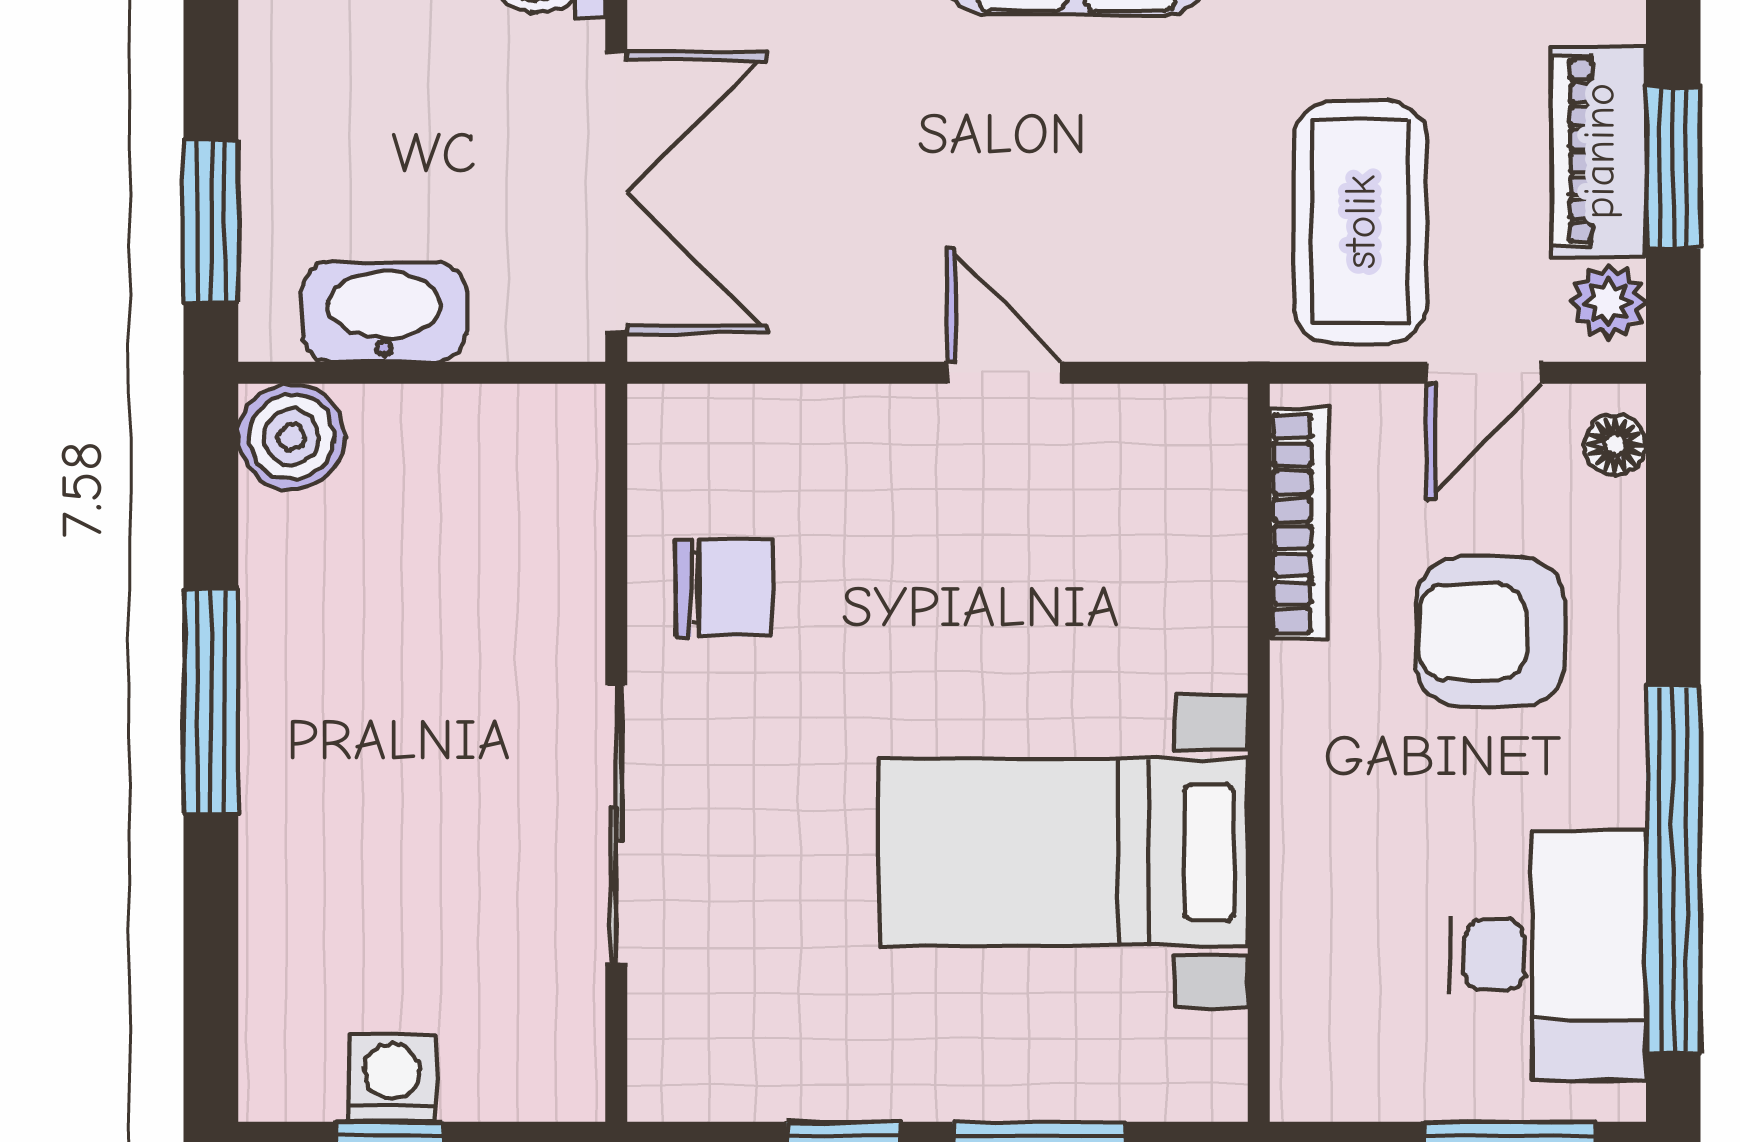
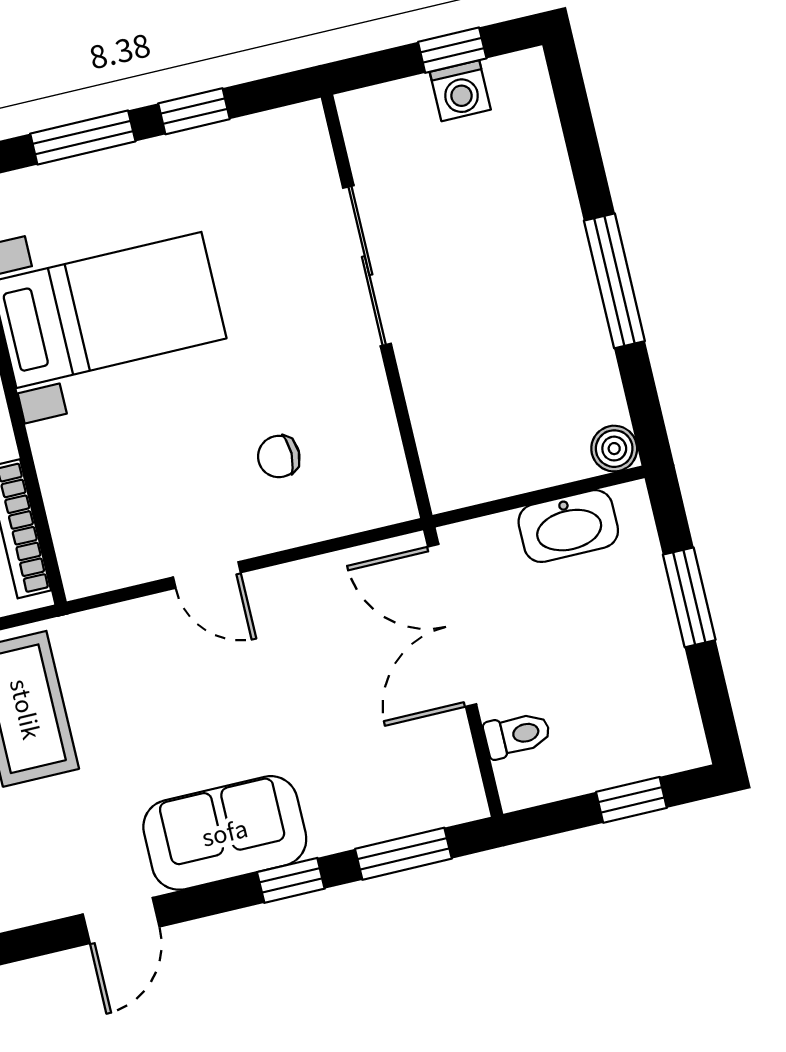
window: (211, 221) -> (689, 597), moved
boiler: (291, 437) -> (614, 449), width x0.73, depth x0.73
chair: (724, 588) -> (279, 457), moved, width x0.73, depth x0.73

